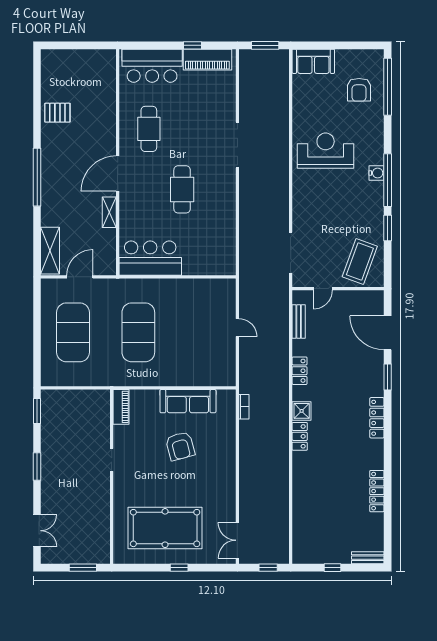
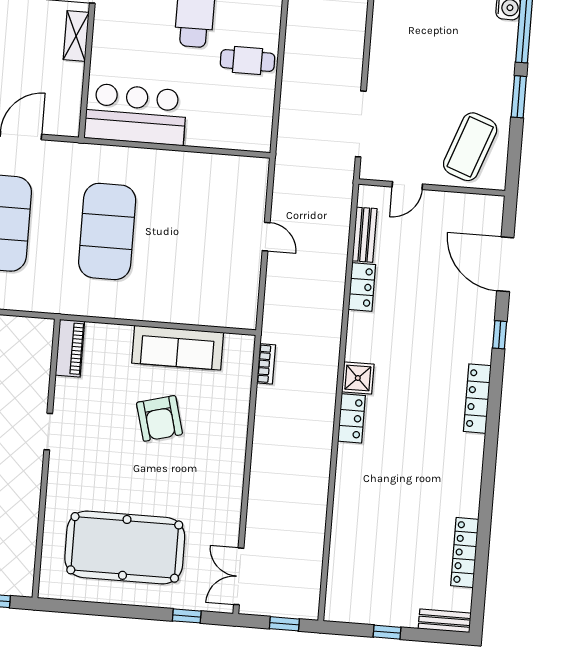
cafe table: (217, 219) -> (247, 60), added
locker: (300, 371) -> (362, 287), moved
window: (388, 377) -> (500, 335), width x0.67
locker: (377, 491) -> (465, 552), moved
window: (179, 568) -> (187, 616), moved

